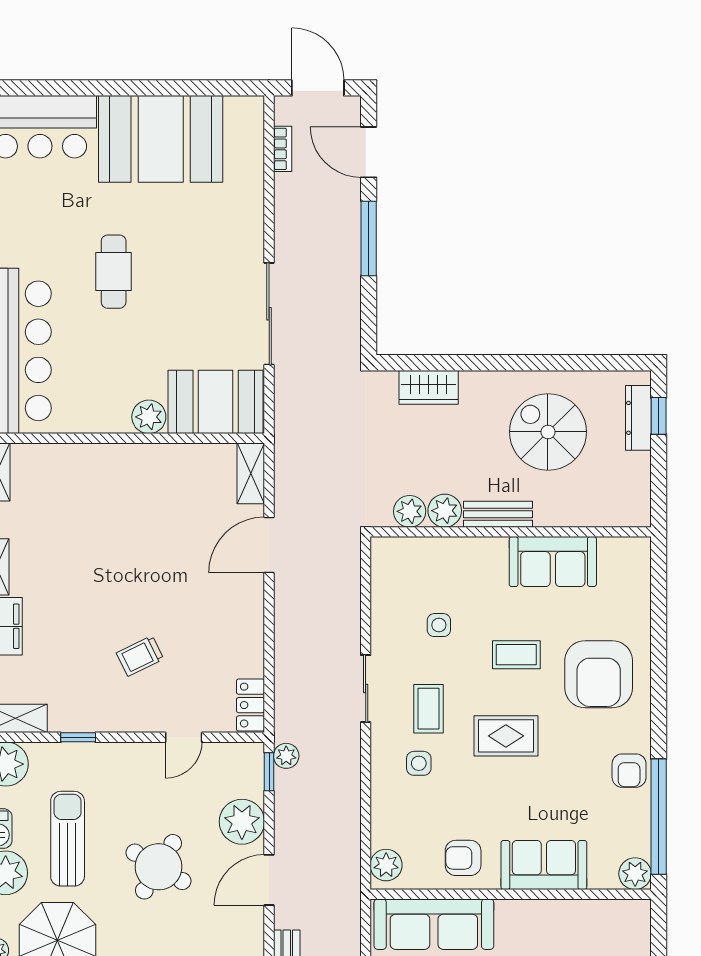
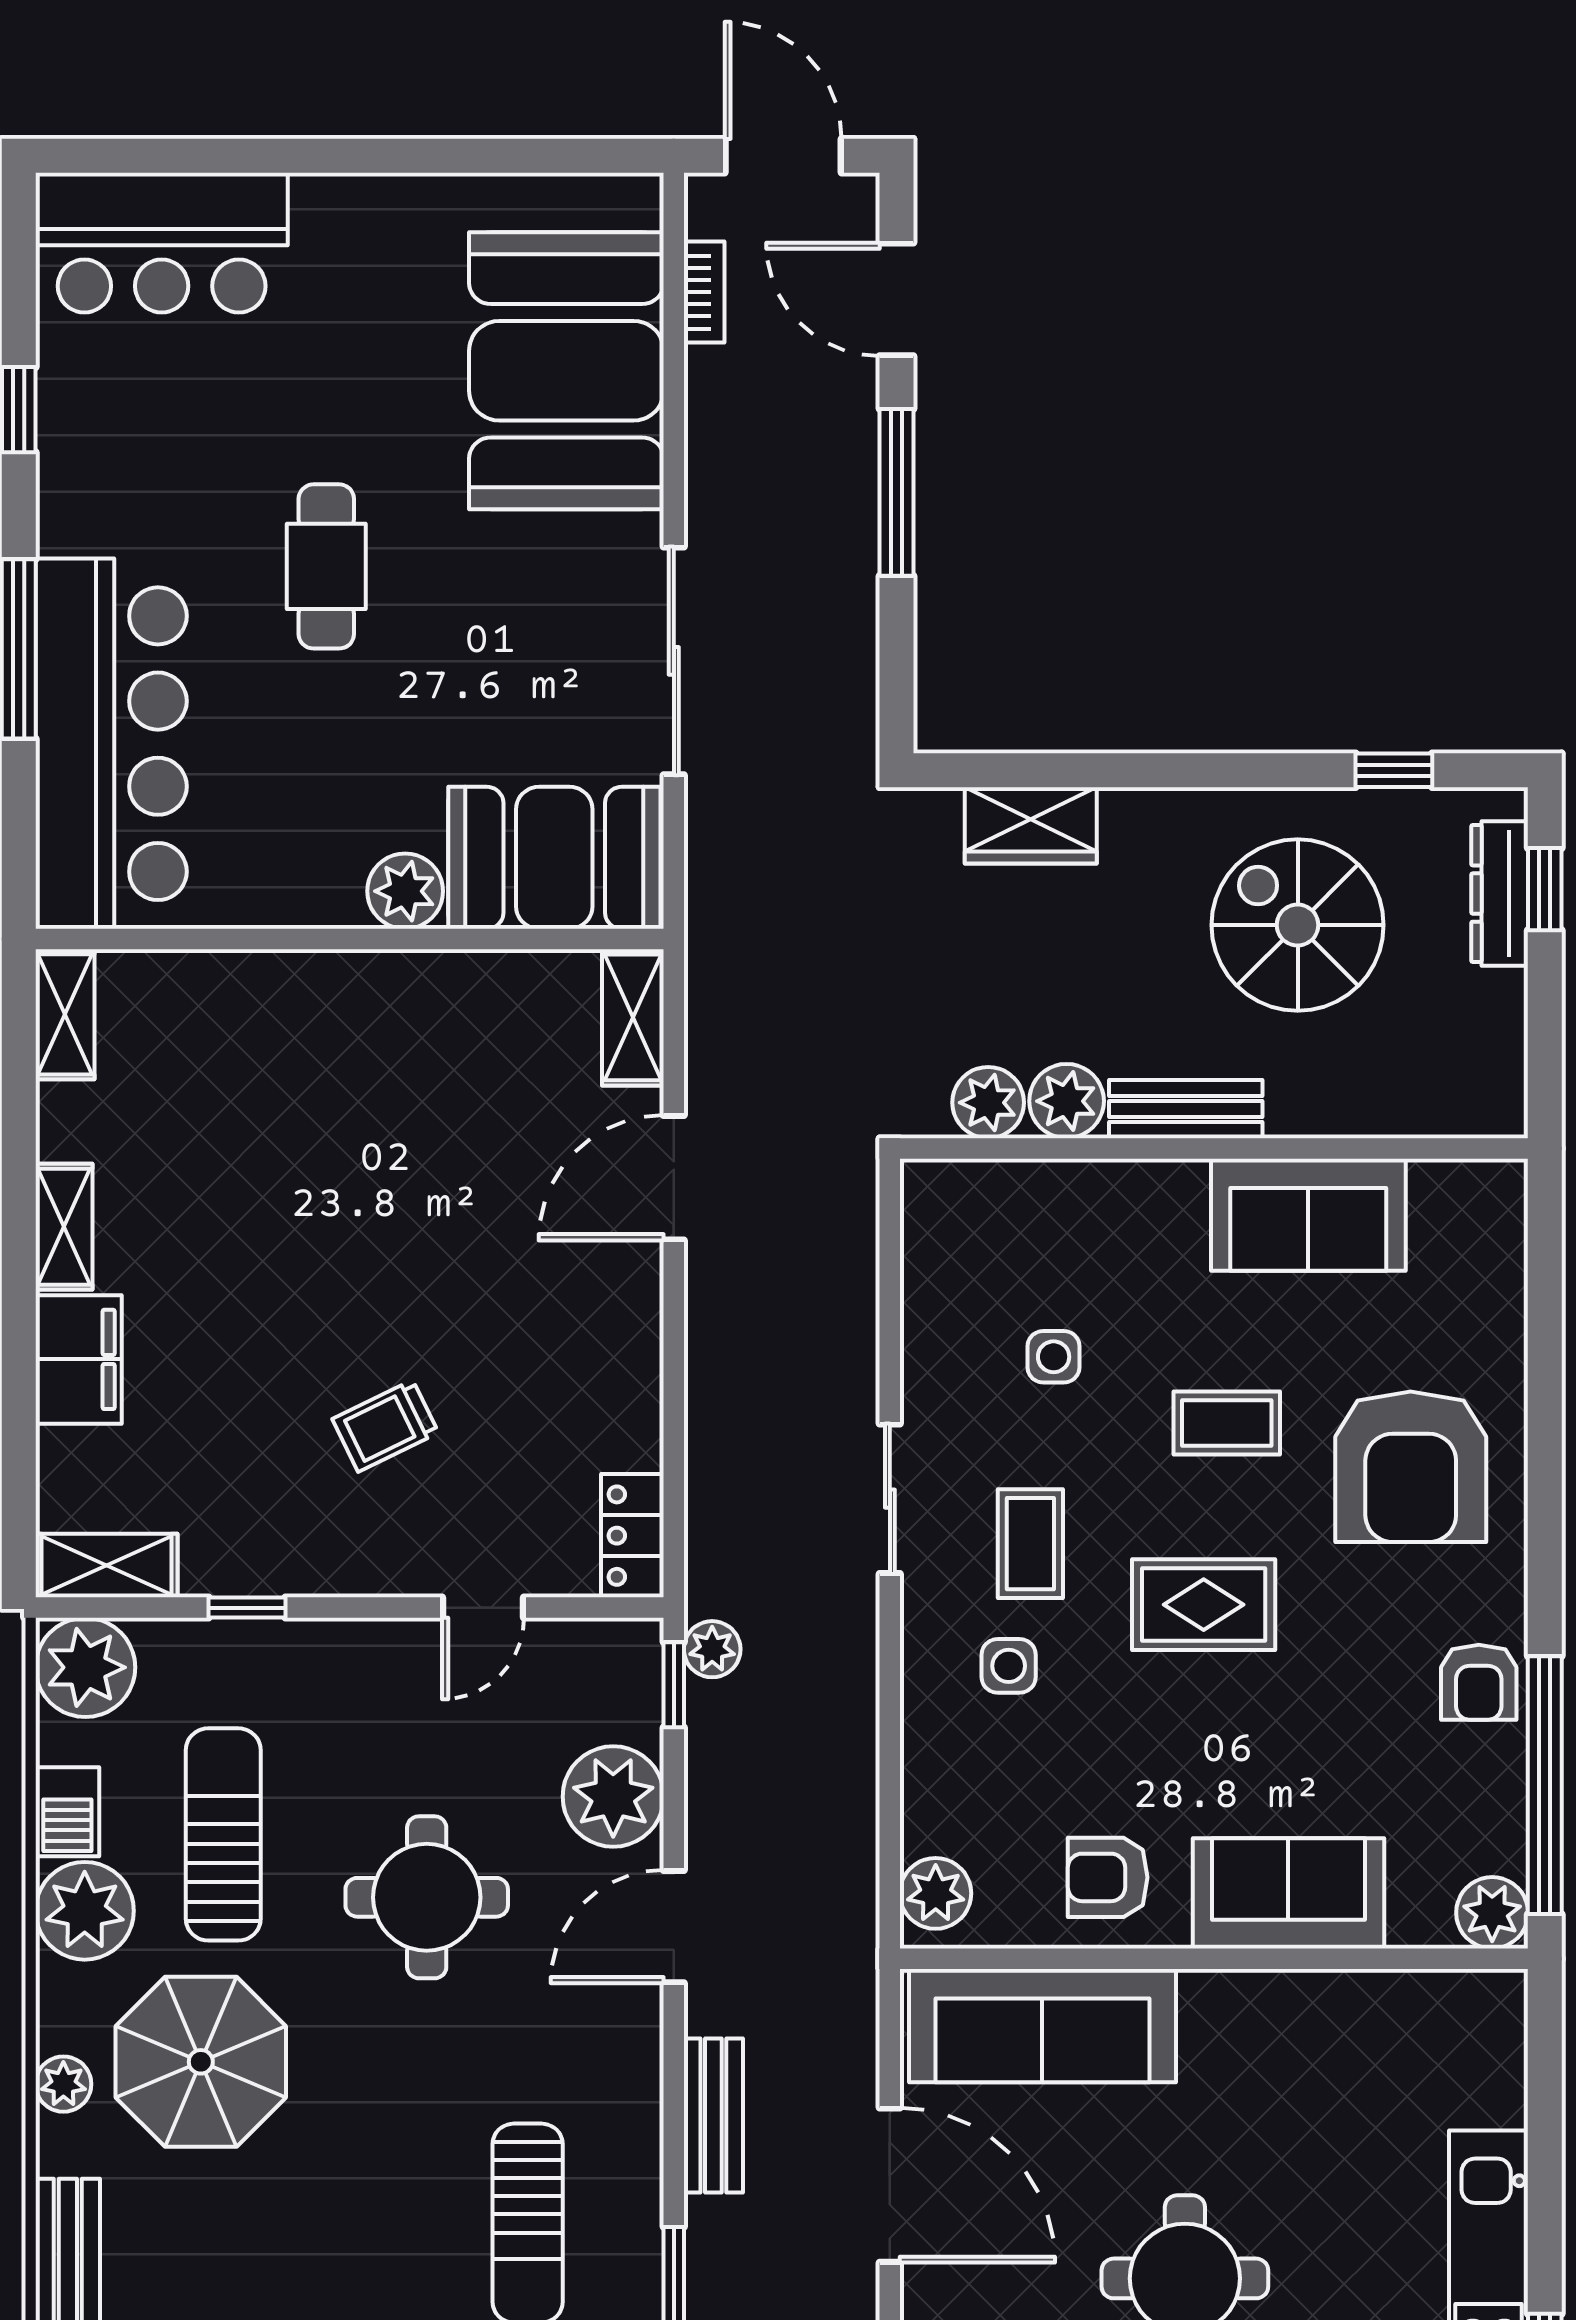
booth: (161, 139) -> (566, 371), moved, turned 90
window: (591, 363) -> (1394, 770), added
round table: (159, 867) -> (427, 1897), turned -31

